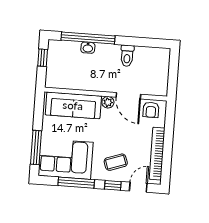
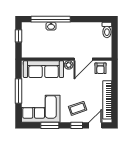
toilet: (127, 56) -> (107, 30), moved
door: (128, 96) -> (83, 59), hinge flipped
window: (36, 148) -> (19, 91), moved
window: (76, 183) -> (50, 125), width x0.69

